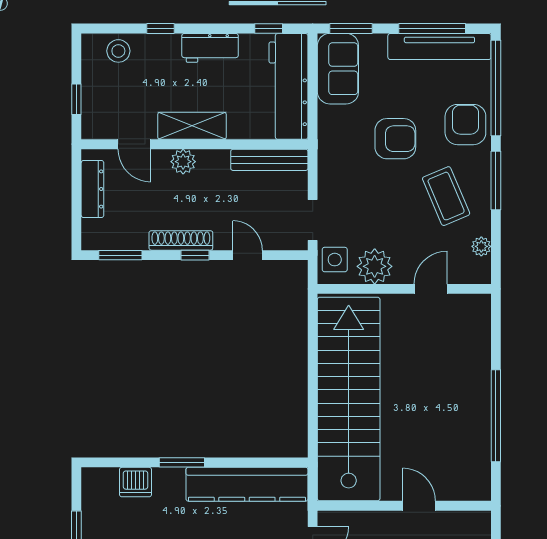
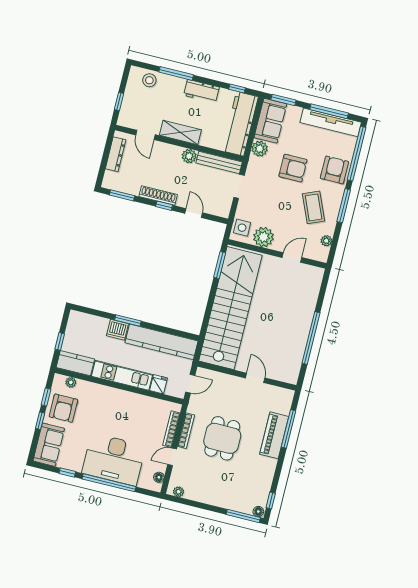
window: (161, 28) -> (176, 73), width x2.17
plant: (331, 120) -> (260, 149), added
plant: (183, 162) -> (189, 156), moved
doorway: (313, 220) -> (239, 186), moved
window: (313, 331) -> (220, 265), added
dishwasher: (136, 482) -> (117, 330), moved

